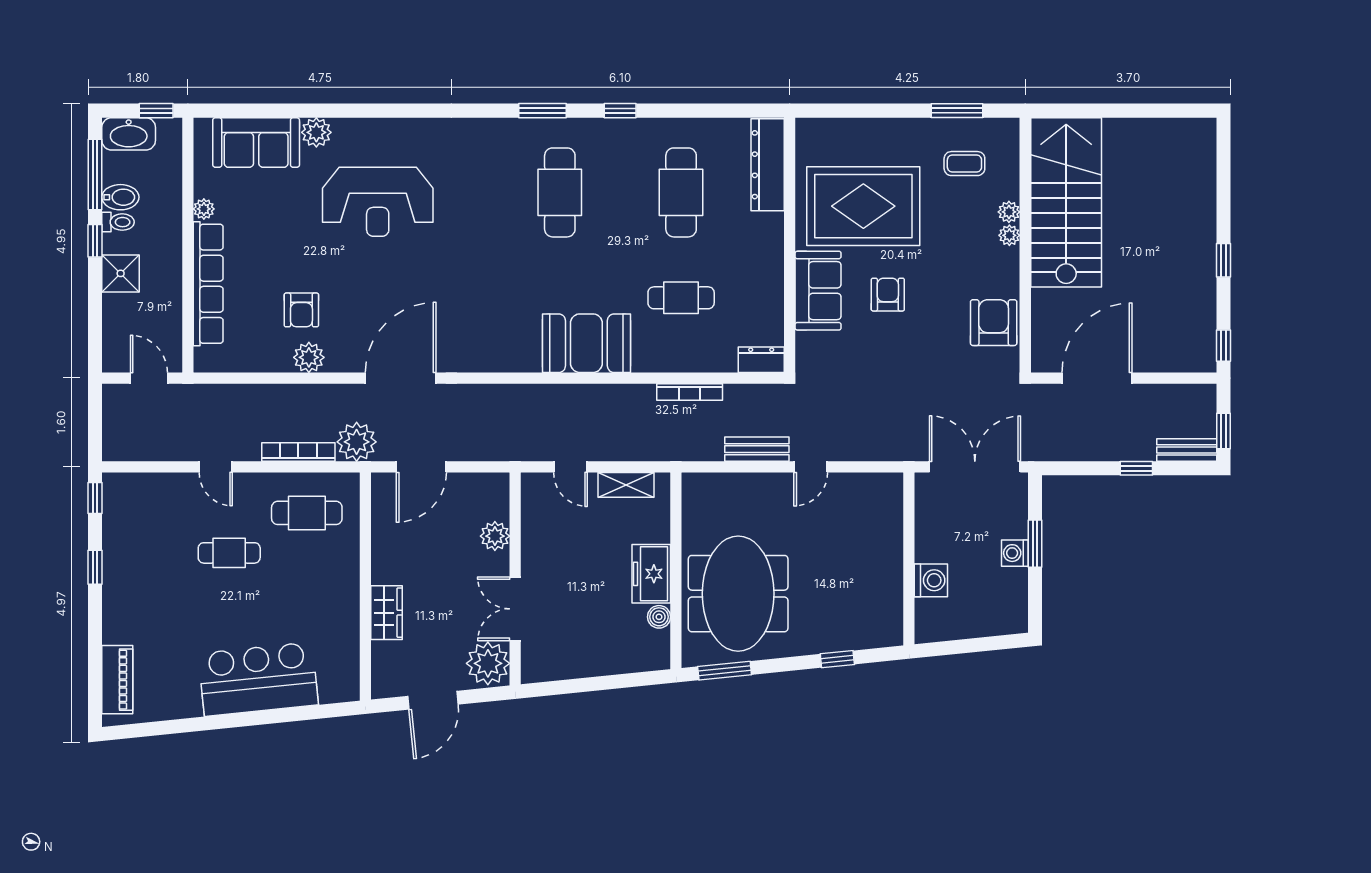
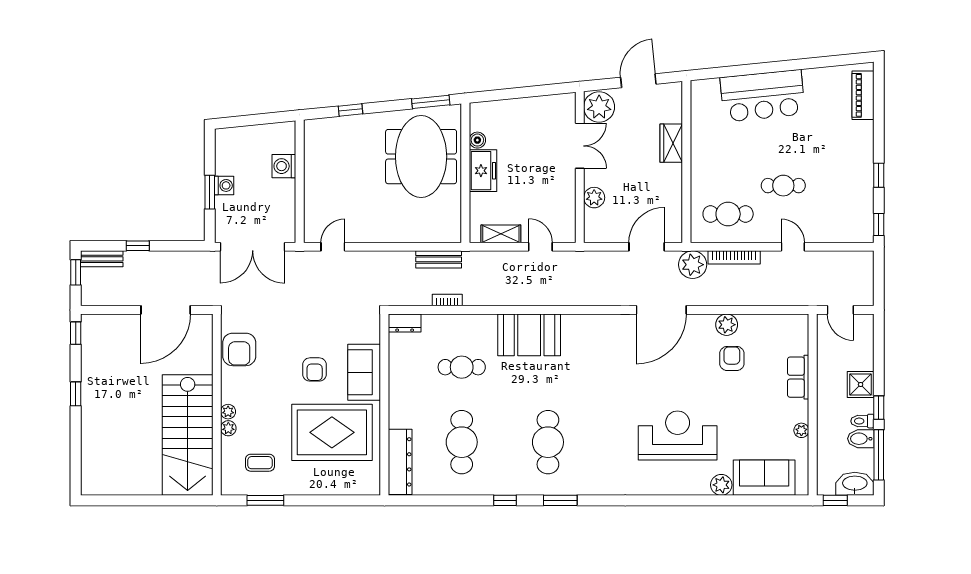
row of seats: (208, 284) -> (798, 377), width x0.50
bookcase: (690, 392) -> (447, 300), width x0.64
bench: (757, 449) -> (439, 259), moved
door: (811, 467) -> (333, 247), moved

